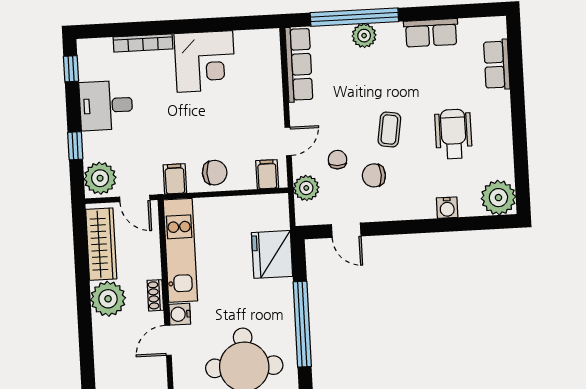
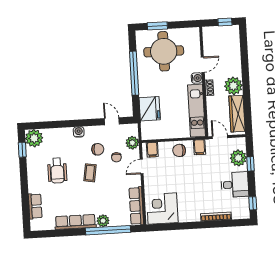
row of seats: (431, 33) -> (75, 222), width x1.48
corner desk: (205, 61) -> (162, 209), moved
window: (522, 175) -> (22, 150), added
plant: (100, 178) -> (238, 158), moved
water cooler: (447, 208) -> (79, 132), moved

